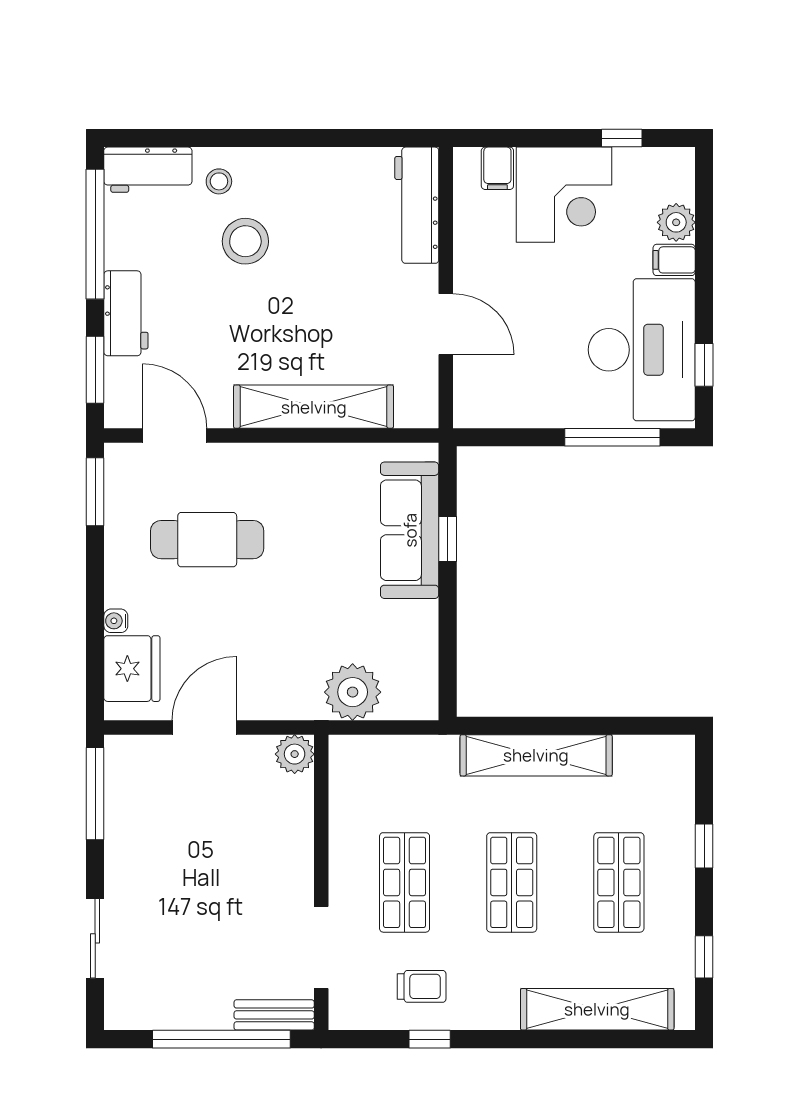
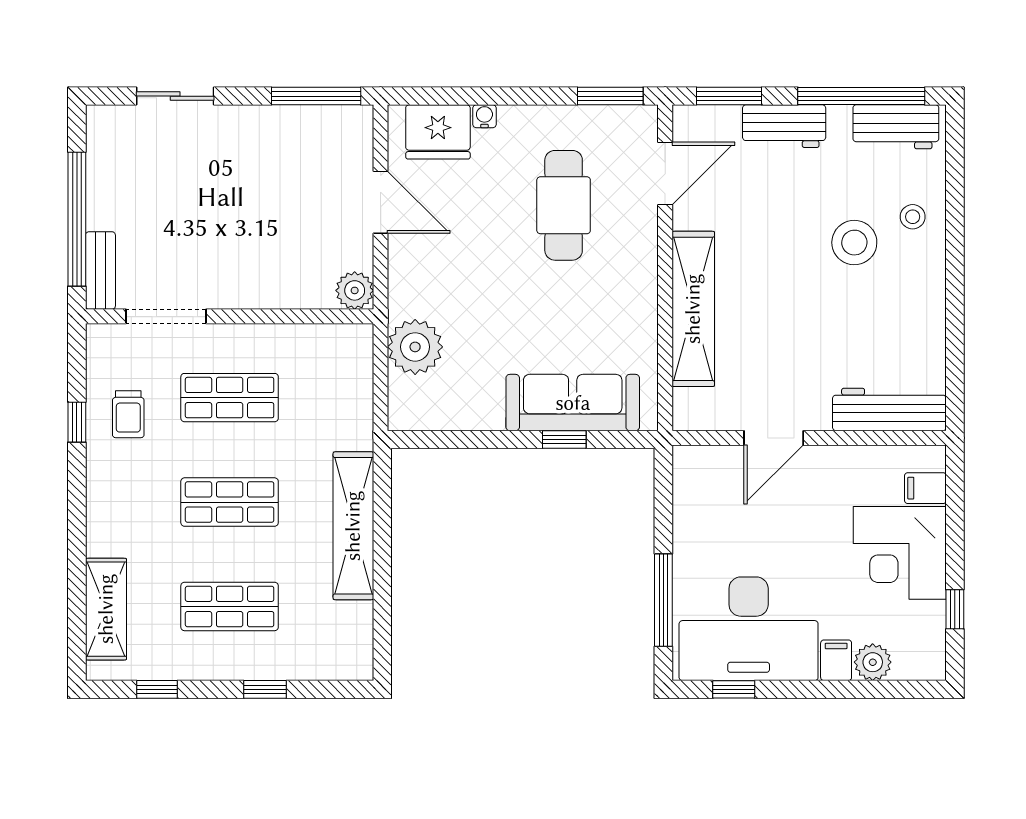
workbench: (148, 170) -> (896, 127), moved, turned -90
shelving: (597, 1009) -> (106, 609), width x0.68

